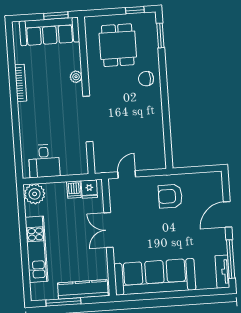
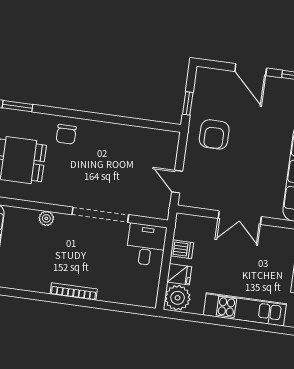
bookcase: (21, 83) -> (74, 291), moved
desk: (44, 161) -> (146, 245), moved, turned -90
window: (190, 170) -> (188, 103), added
fridge: (89, 189) -> (179, 274), moved

